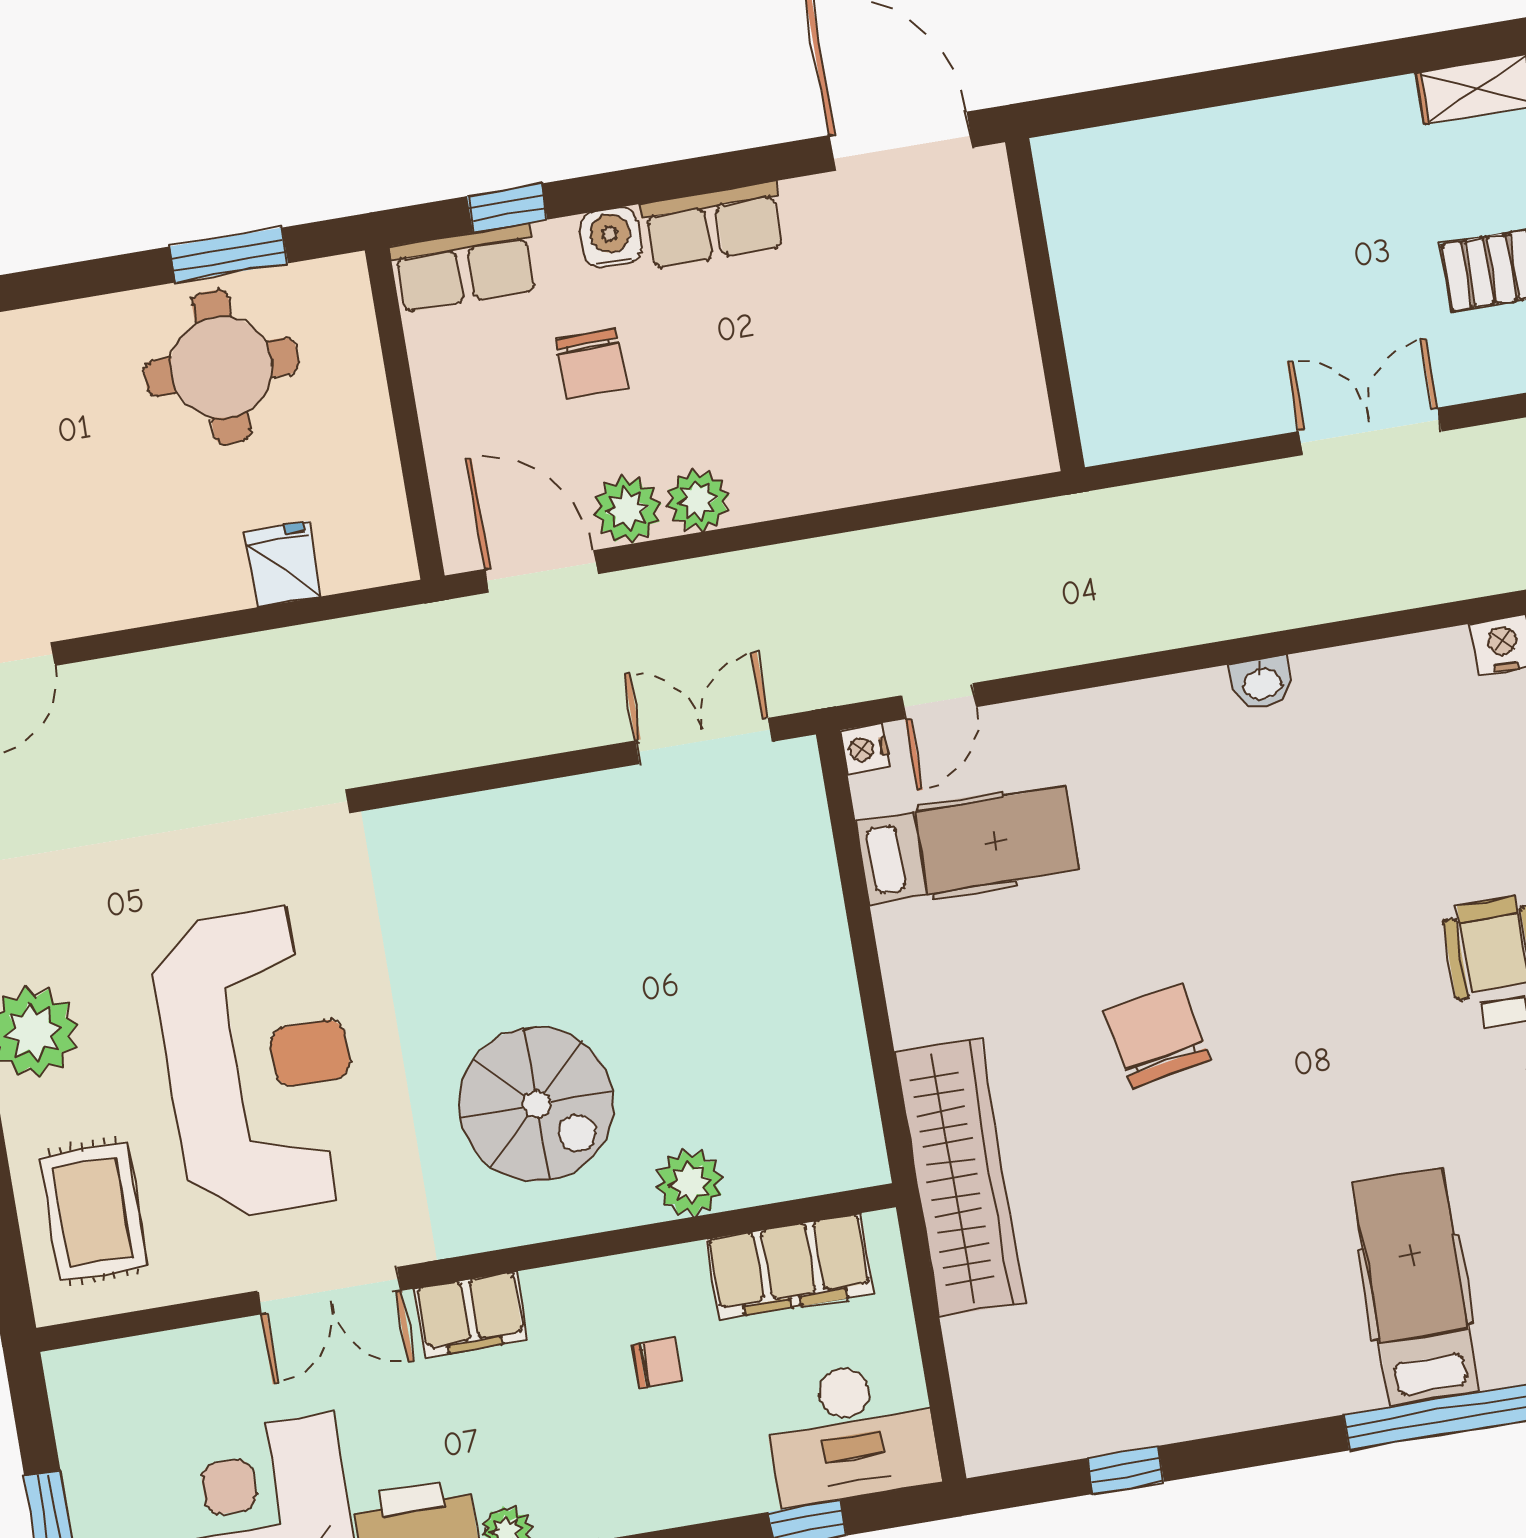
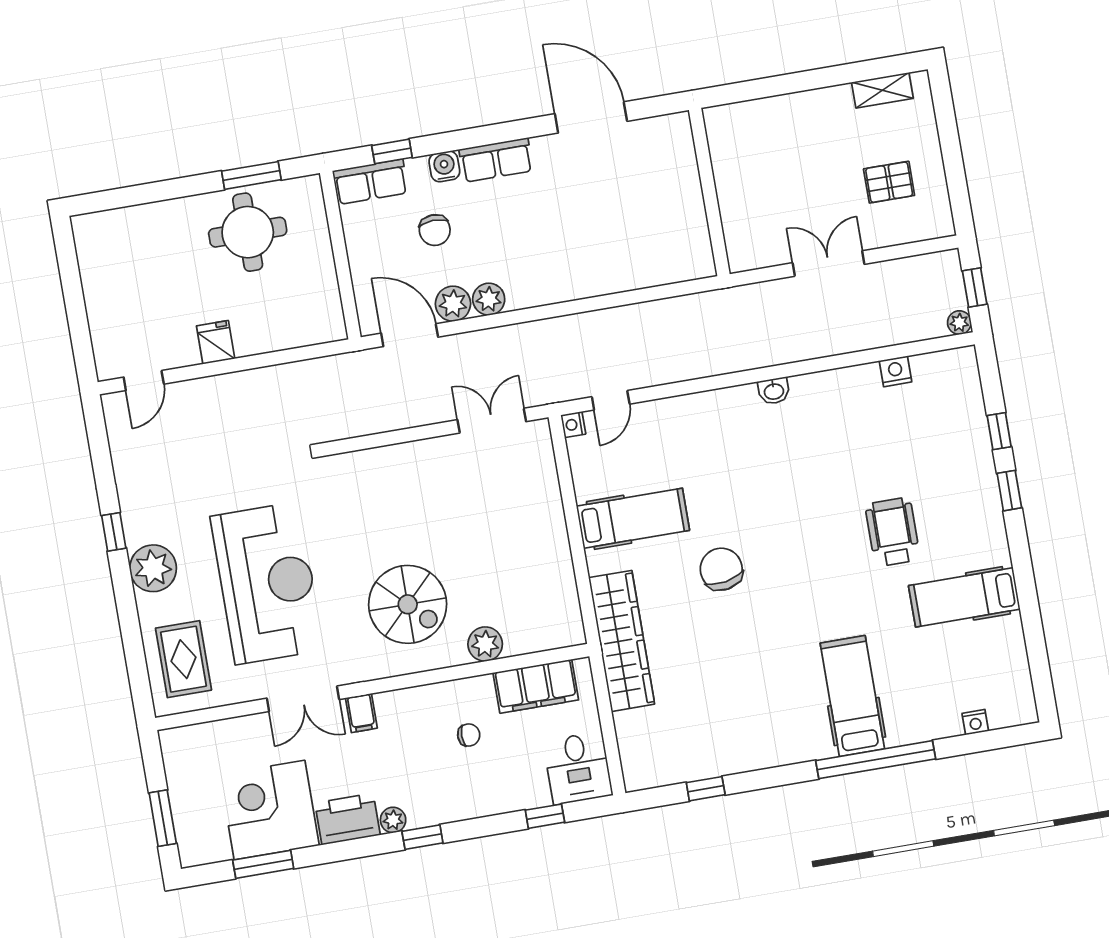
wall: (1045, 305) -> (709, 192), moved
fridge: (283, 564) -> (216, 342), moved
hospital bed: (967, 846) -> (633, 518), moved
filing cabinet: (471, 1315) -> (361, 713), width x0.50
desk: (851, 1432) -> (578, 768), width x0.73

